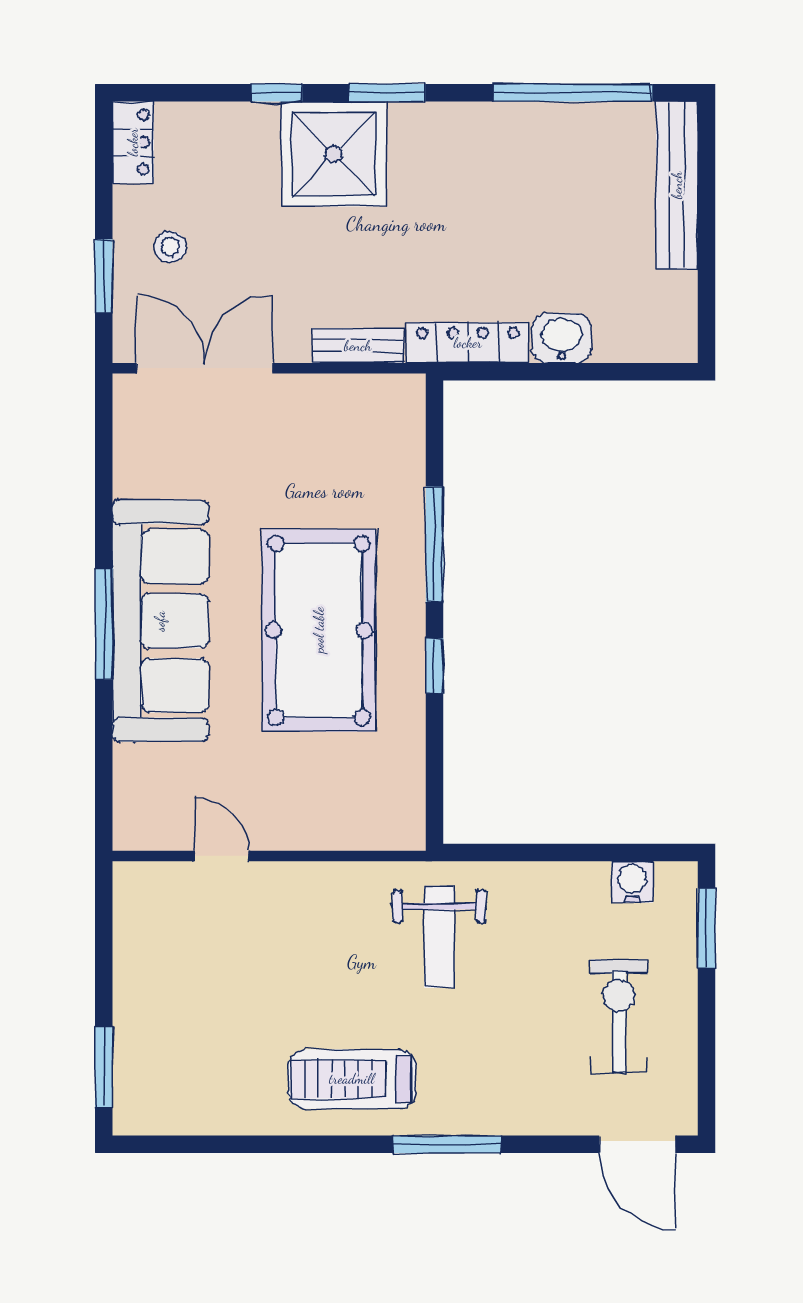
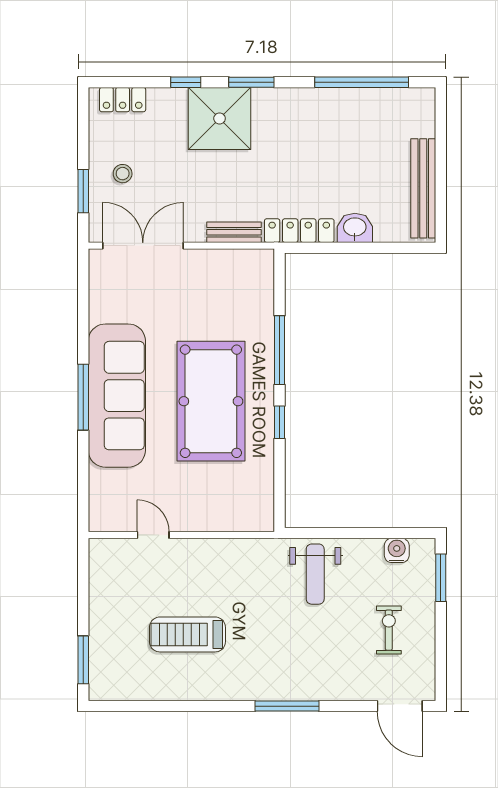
locker: (133, 142) -> (123, 100), moved, turned 90
bench: (677, 185) -> (423, 188), moved
weight bench: (439, 937) -> (315, 574), moved
exercise bike: (619, 1016) -> (389, 630), width x0.73, depth x0.72
treadmill: (352, 1079) -> (187, 634), moved

